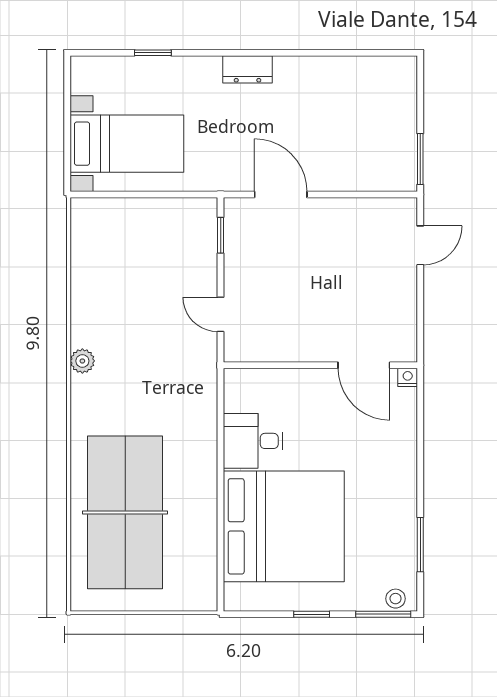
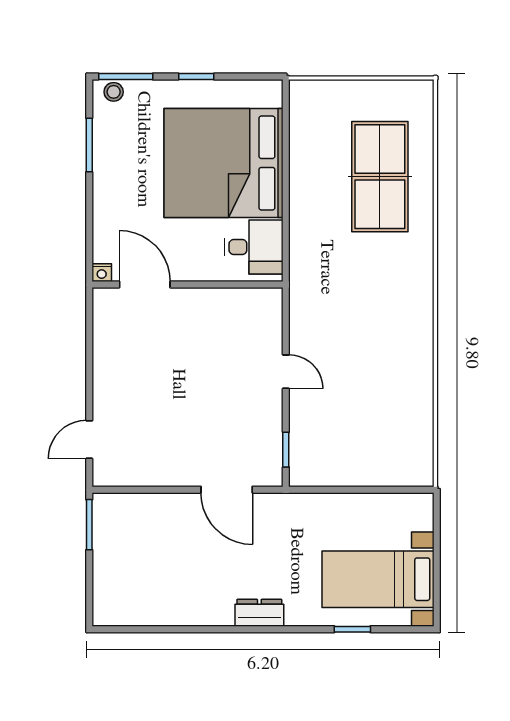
bed with nightstands: (127, 144) -> (378, 579), moved
plant: (82, 361) -> (422, 326), removed
wall: (320, 365) -> (188, 285), moved
door: (364, 365) -> (145, 285), moved
nightstand: (408, 377) -> (102, 273), moved
table tennis table: (125, 512) -> (380, 177), width x0.73, depth x0.76

